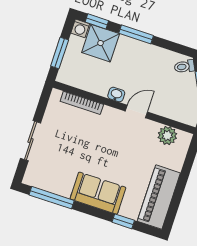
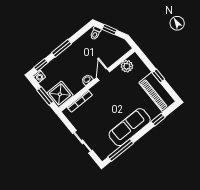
shower: (101, 43) -> (60, 94), moved
window: (181, 185) -> (158, 76), added
sofa: (98, 193) -> (130, 127), width x1.36

